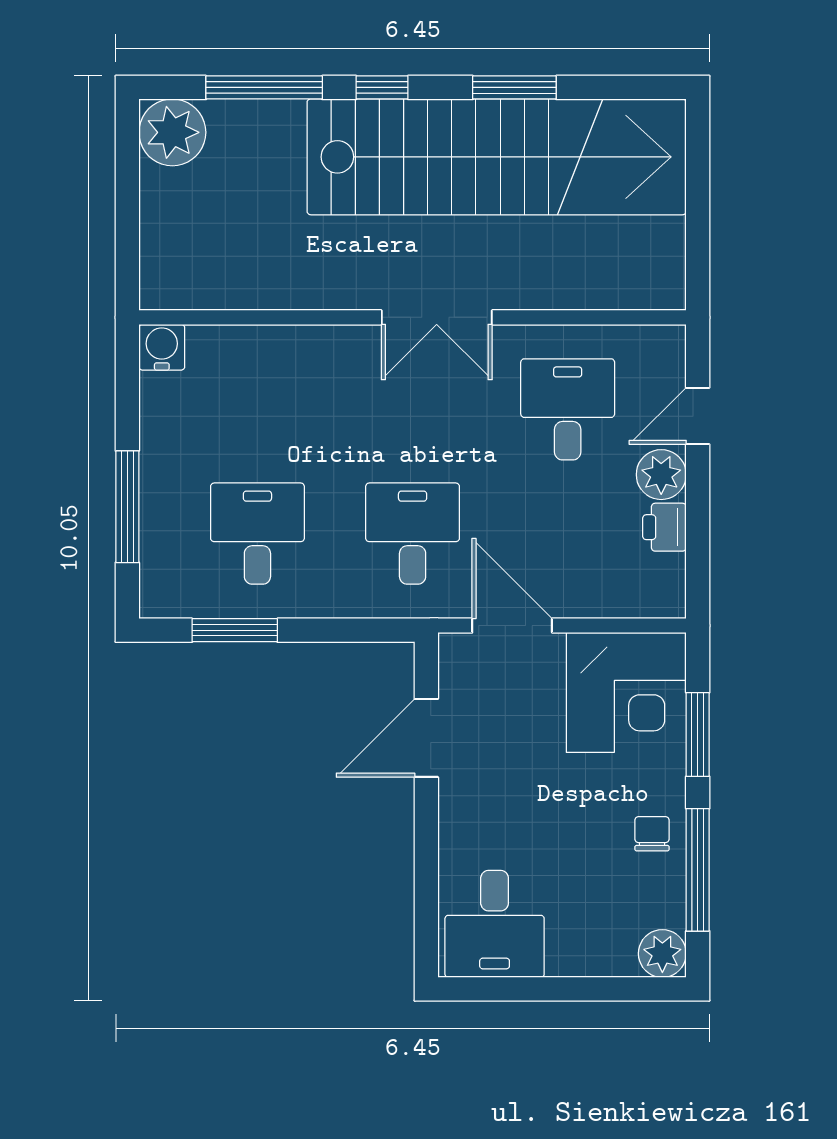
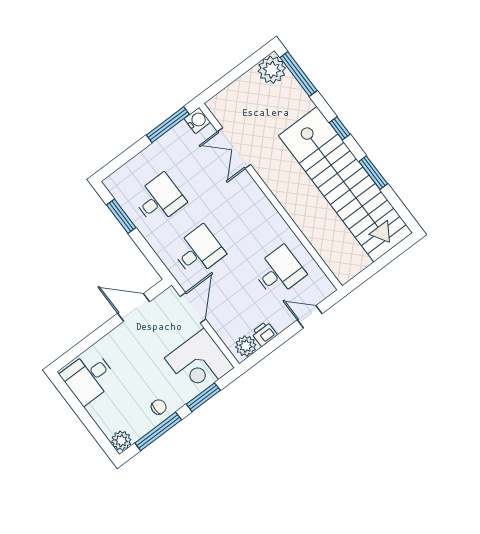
window: (264, 87) -> (299, 74), moved
double door: (437, 317) -> (234, 148), moved
plant: (661, 475) -> (246, 346), moved
window: (127, 507) -> (168, 125), moved

